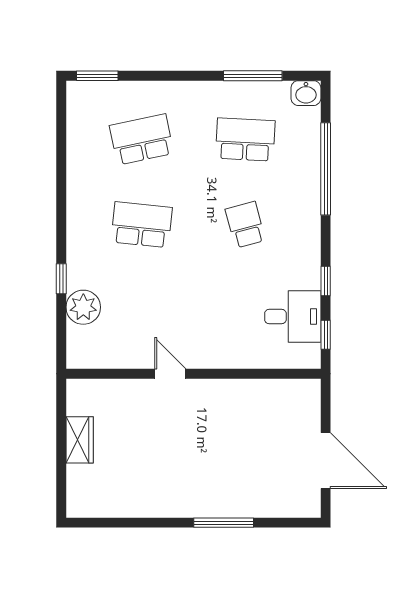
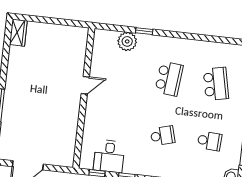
school desk: (245, 139) -> (210, 141), width x0.54
wardrobe: (80, 440) -> (18, 33), moved, turned -90

